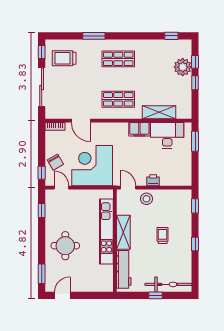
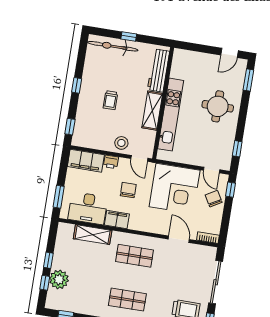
chair: (133, 157) -> (128, 190), added
filing cabinet: (176, 178) -> (86, 161), added

